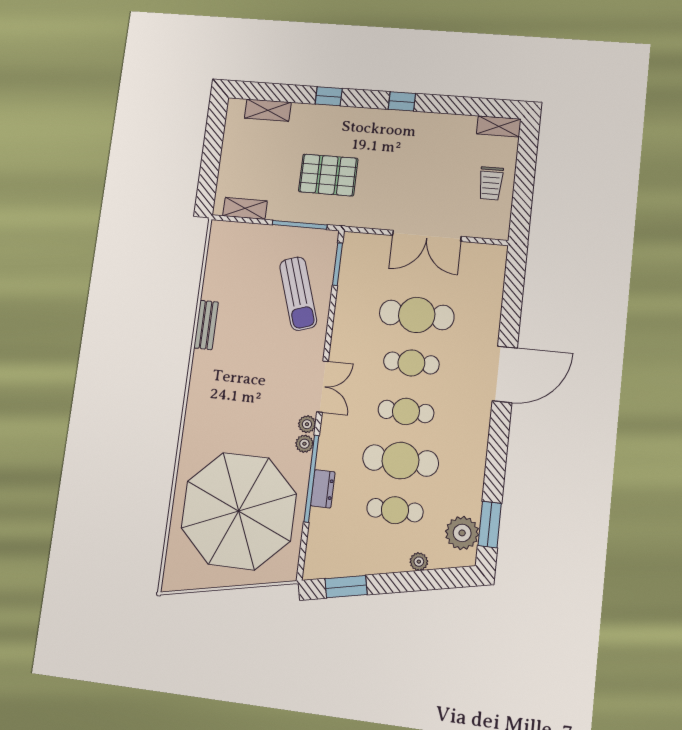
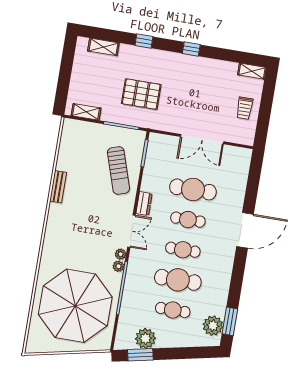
dresser: (323, 489) -> (144, 203), moved
plant: (419, 562) -> (145, 338), moved, width x1.87, depth x1.87

